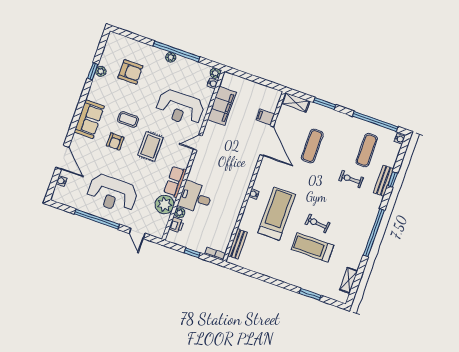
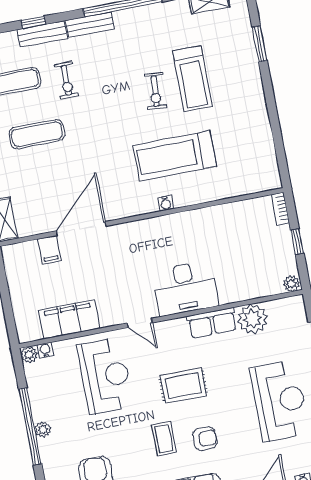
exercise mat: (312, 146) -> (37, 134), moved
desk: (195, 197) -> (185, 288), moved, width x1.37
plant: (180, 213) -> (292, 284), moved
printer: (176, 225) -> (271, 286), removed
bench: (238, 244) -> (90, 25), moved

